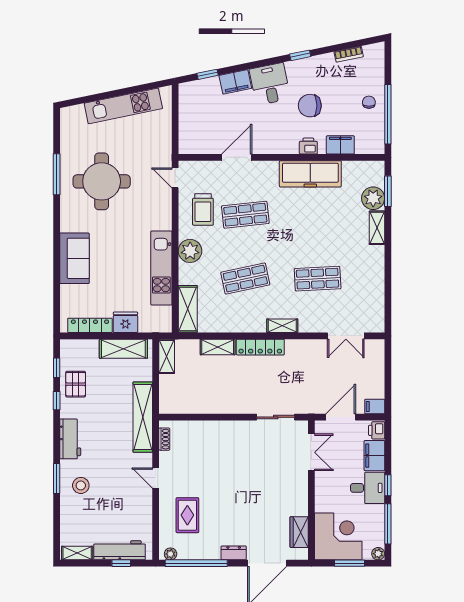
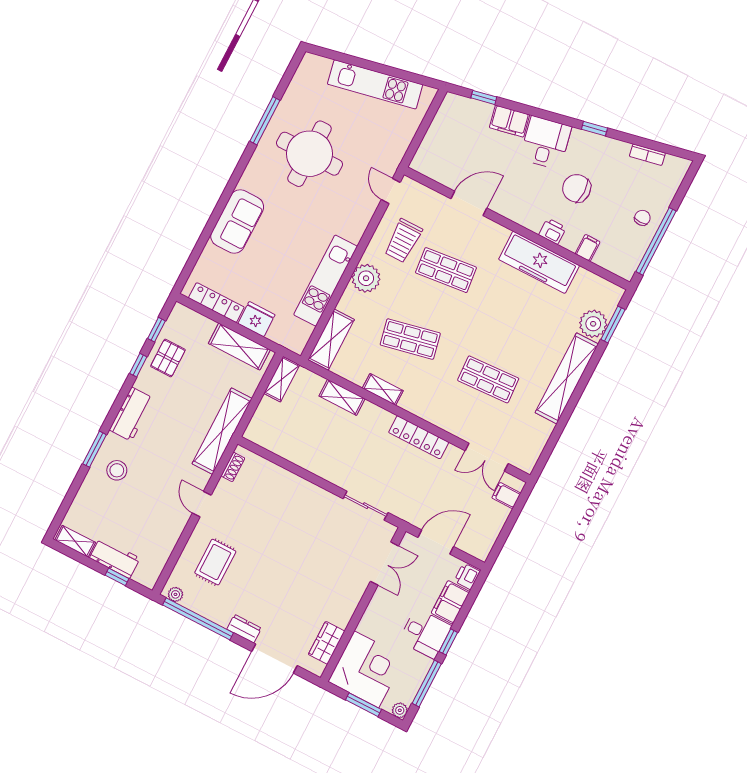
filing cabinet: (340, 145) -> (588, 248), width x0.50
shelving: (377, 228) -> (567, 378), width x2.20, depth x1.33
shelving: (282, 326) -> (383, 389), moved
locker: (260, 347) -> (419, 437), moved
filing cabinet: (375, 406) -> (506, 496), moved
workbench: (119, 550) -> (115, 558), width x0.73

